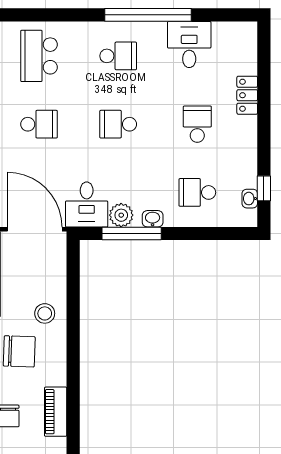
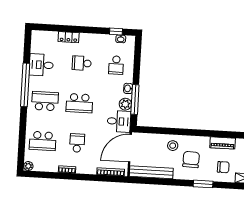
school desk: (118, 56) -> (45, 101), width x1.85
school desk: (118, 124) -> (79, 103), width x1.85

